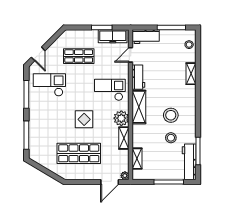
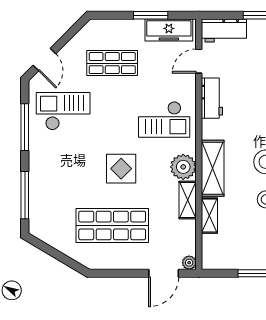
checkout: (110, 90) -> (164, 119), turned 180
shelving: (139, 107) -> (213, 168), moved
shelving: (137, 159) -> (209, 216), moved

